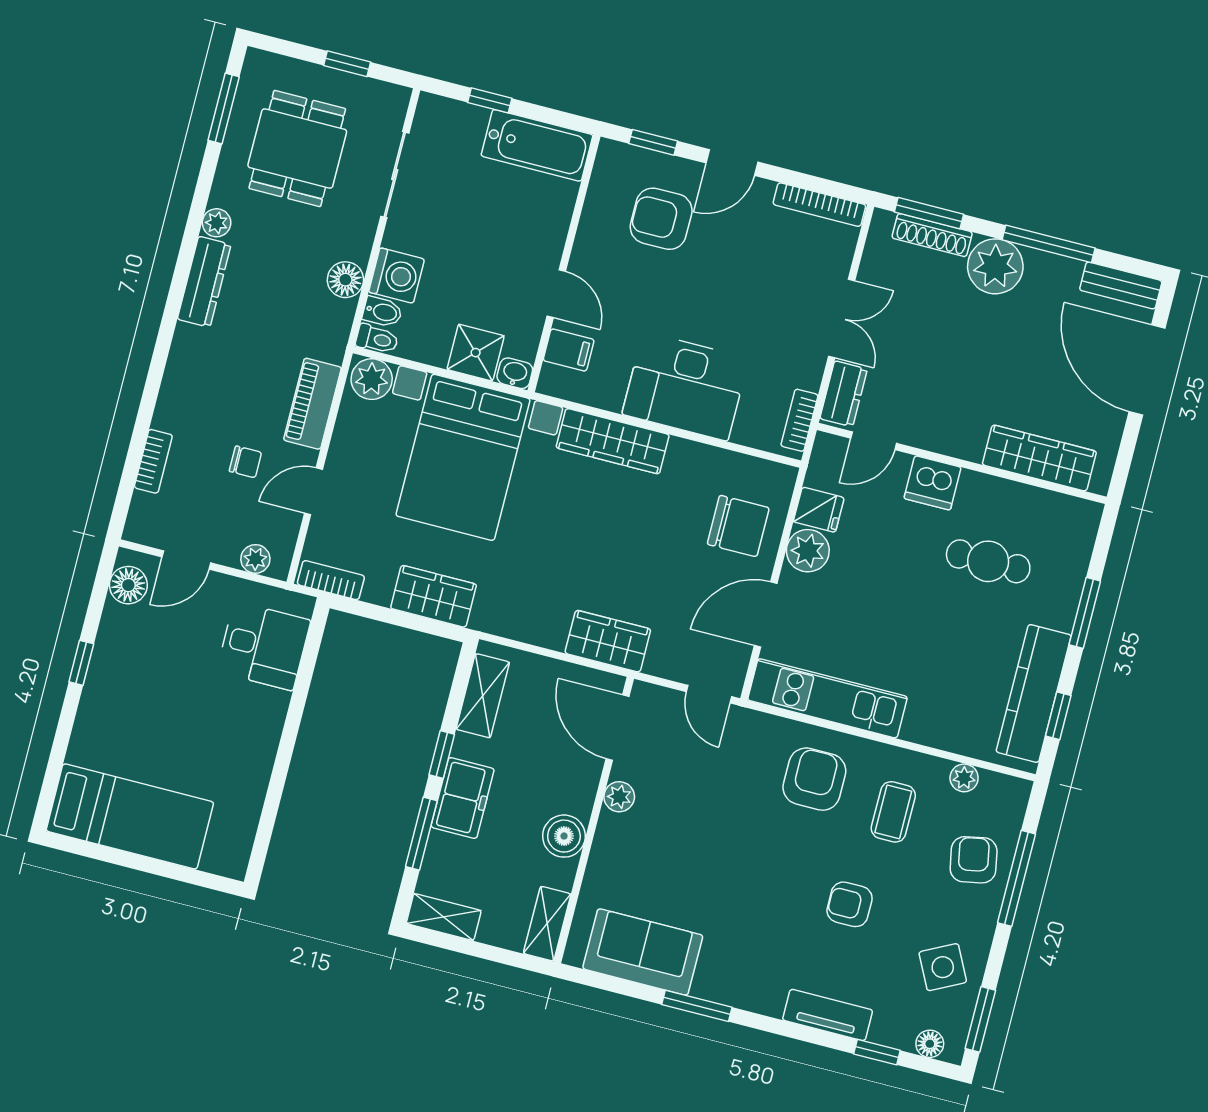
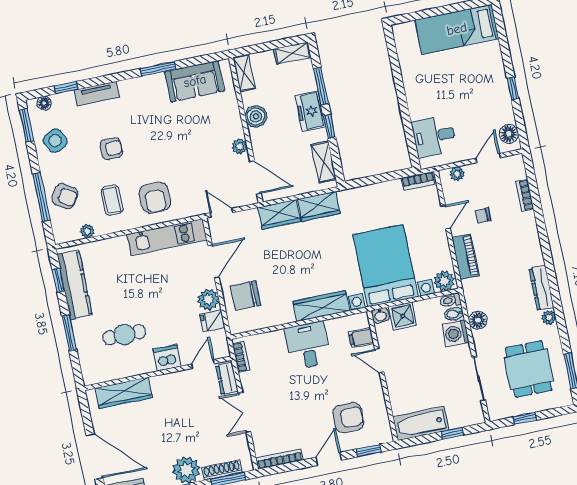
desk: (685, 386) -> (308, 345), width x0.73
wardrobe: (434, 596) -> (319, 206), moved
armchair: (974, 860) -> (65, 196), turned -46

